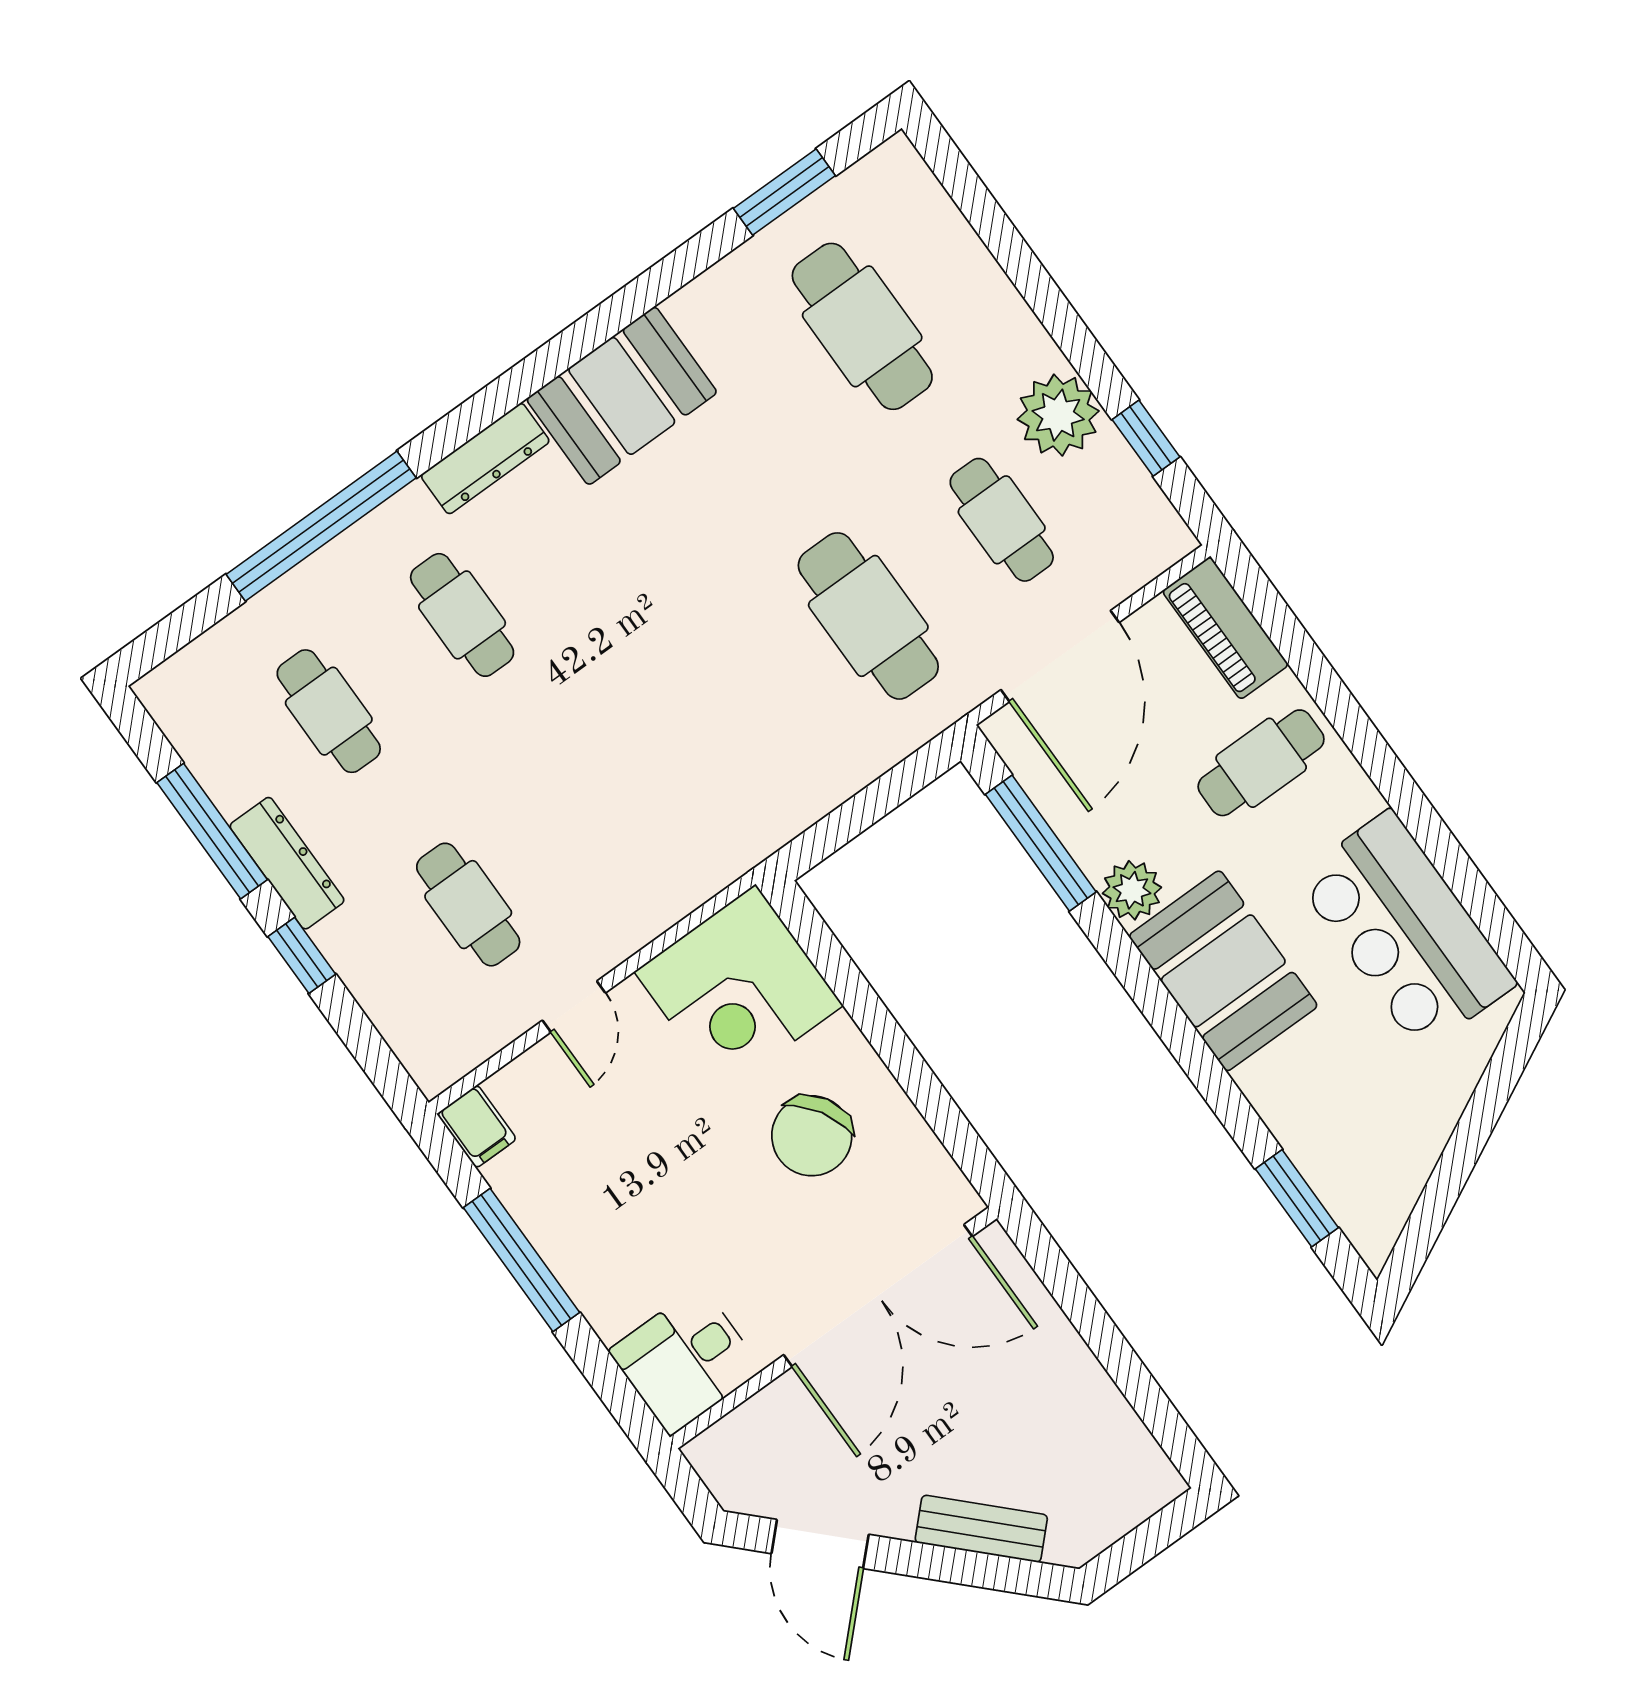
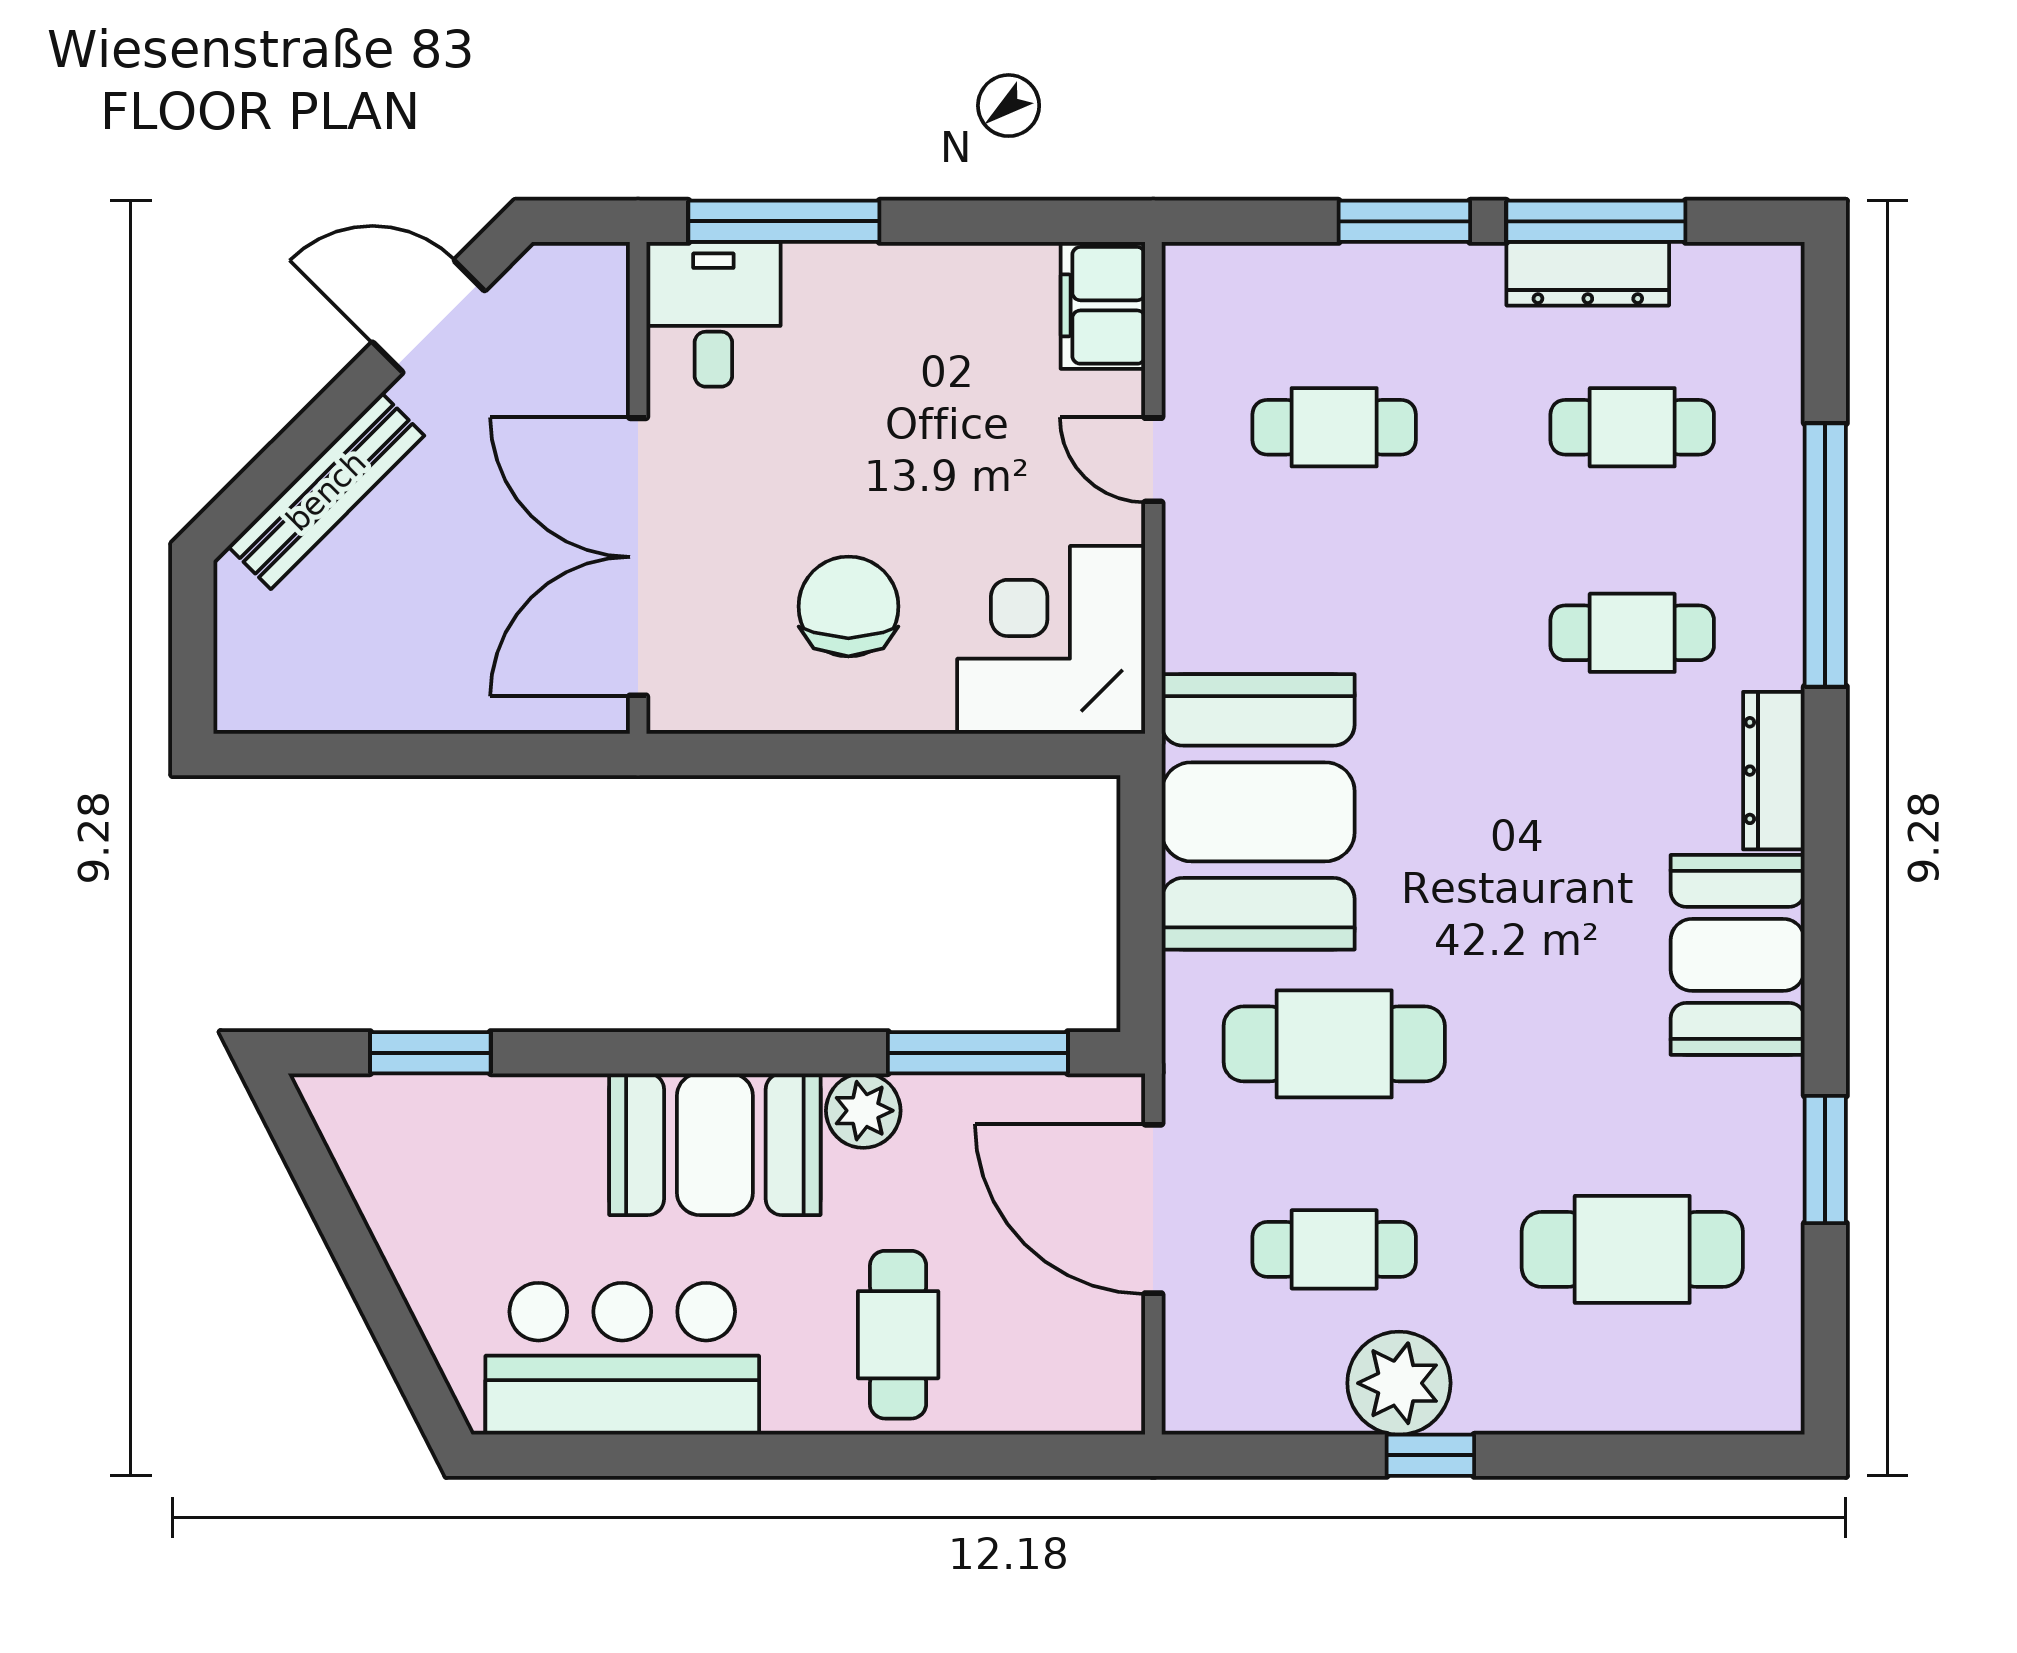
window: (784, 192) -> (1825, 1160), moved
window: (1146, 438) -> (1430, 1455), moved
piano: (1225, 628) -> (1061, 1397), removed
booth: (753, 774) -> (1258, 812), added
dresser: (287, 863) -> (1588, 274), moved
window: (302, 955) -> (1404, 221), width x1.50
filing cabinet: (477, 1127) -> (1103, 305), width x2.00
chair: (812, 1136) -> (848, 606), turned 31
window: (521, 1260) -> (784, 221), moved
bench: (981, 1529) -> (326, 491), width x1.36

